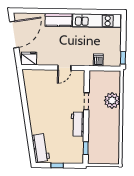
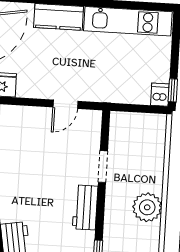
dishwasher: (98, 60) -> (160, 95), moved
plant: (112, 100) -> (147, 207), moved

